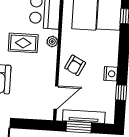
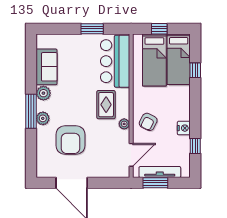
plant: (52, 42) -> (124, 124), moved
rug: (23, 43) -> (106, 105), moved, turned 90

